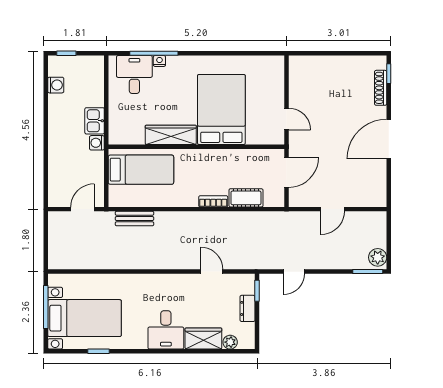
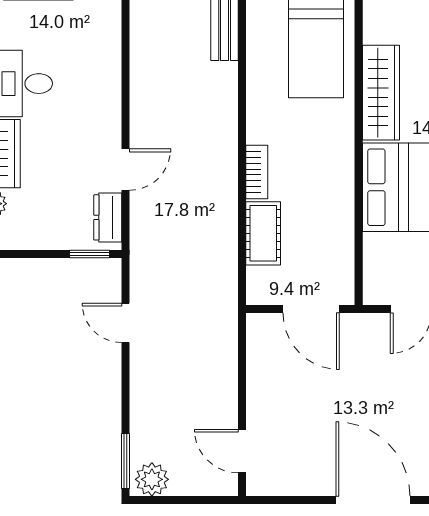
door: (333, 209) -> (242, 451), moved
dresser: (248, 308) -> (108, 217), moved, turned -90

